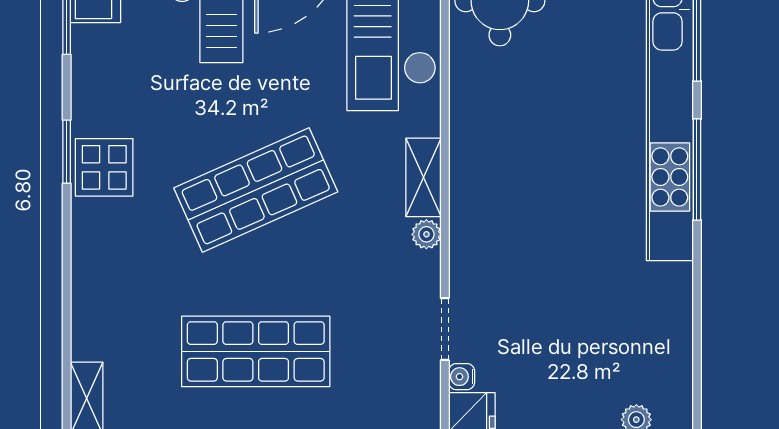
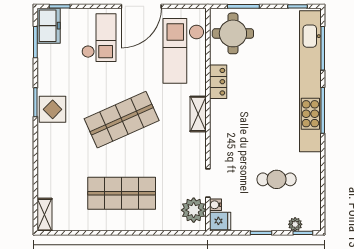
locker: (467, 107) -> (218, 82), added
plant: (426, 234) -> (194, 210), moved, width x1.88, depth x1.88
cafe table: (595, 321) -> (277, 179), added

